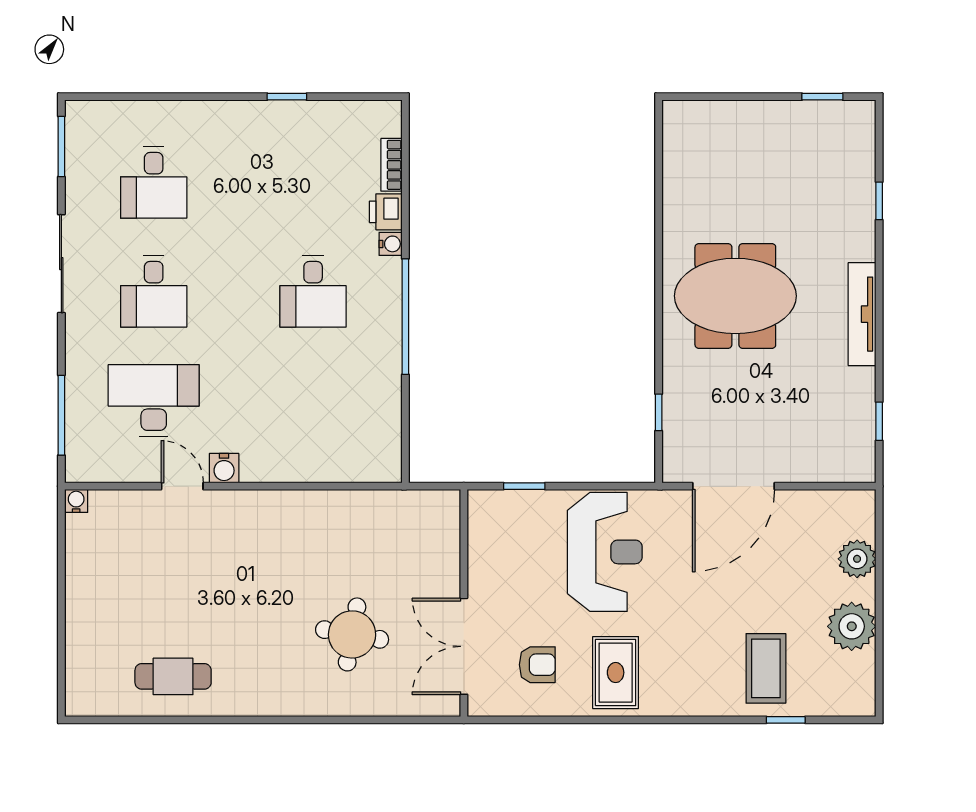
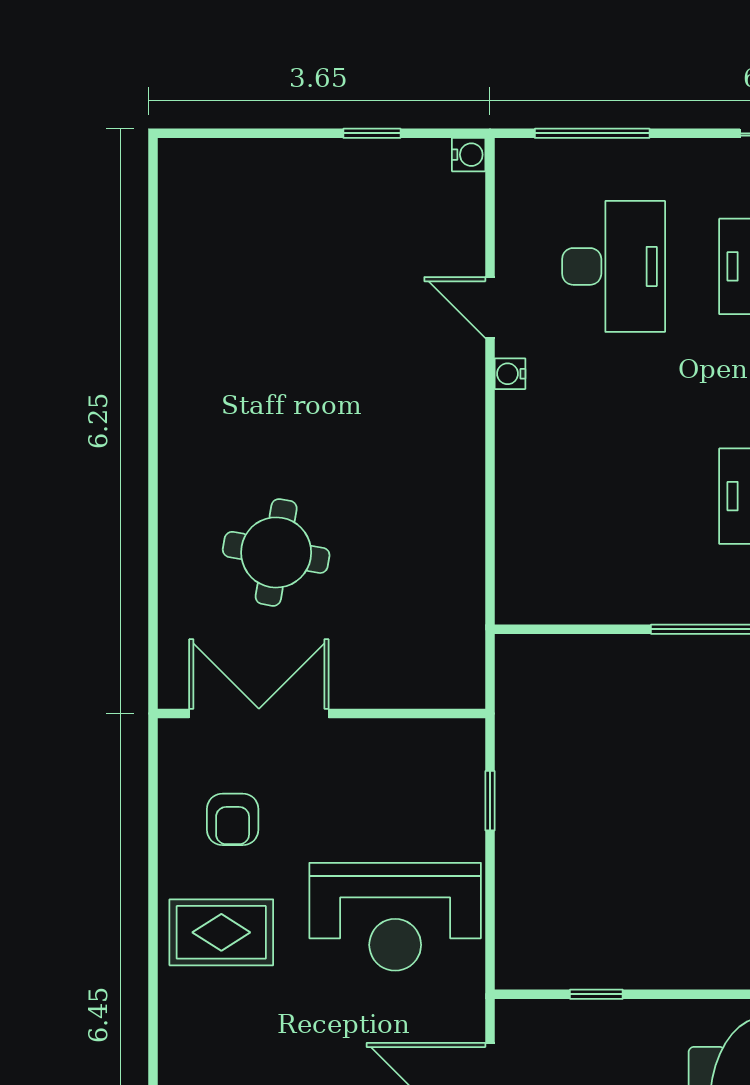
water cooler: (224, 468) -> (510, 374), width x0.72, depth x0.72
door: (182, 486) -> (490, 308), swing flipped
window: (61, 568) -> (372, 133), added
cafe table: (173, 676) -> (216, 294), removed

